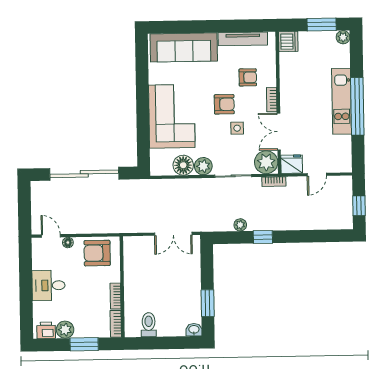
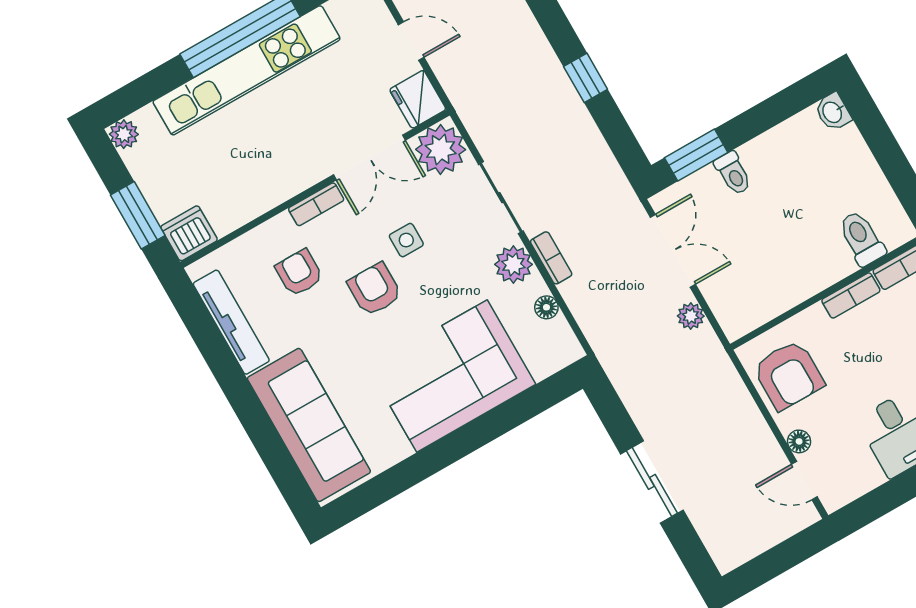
window: (322, 25) -> (138, 215), moved
kitchen unit: (342, 101) -> (247, 70), width x1.36
floor lamp: (183, 165) -> (546, 307), width x0.53, depth x0.53
sliding door: (84, 174) -> (652, 482), width x0.54
bookcase: (274, 182) -> (551, 258), moved
plant: (240, 225) -> (691, 316), moved
door: (51, 236) -> (804, 481), hinge flipped
toilet: (191, 276) -> (733, 173), added
window: (208, 303) -> (696, 155), moved
toilet: (149, 325) -> (862, 238), moved, turned 90

